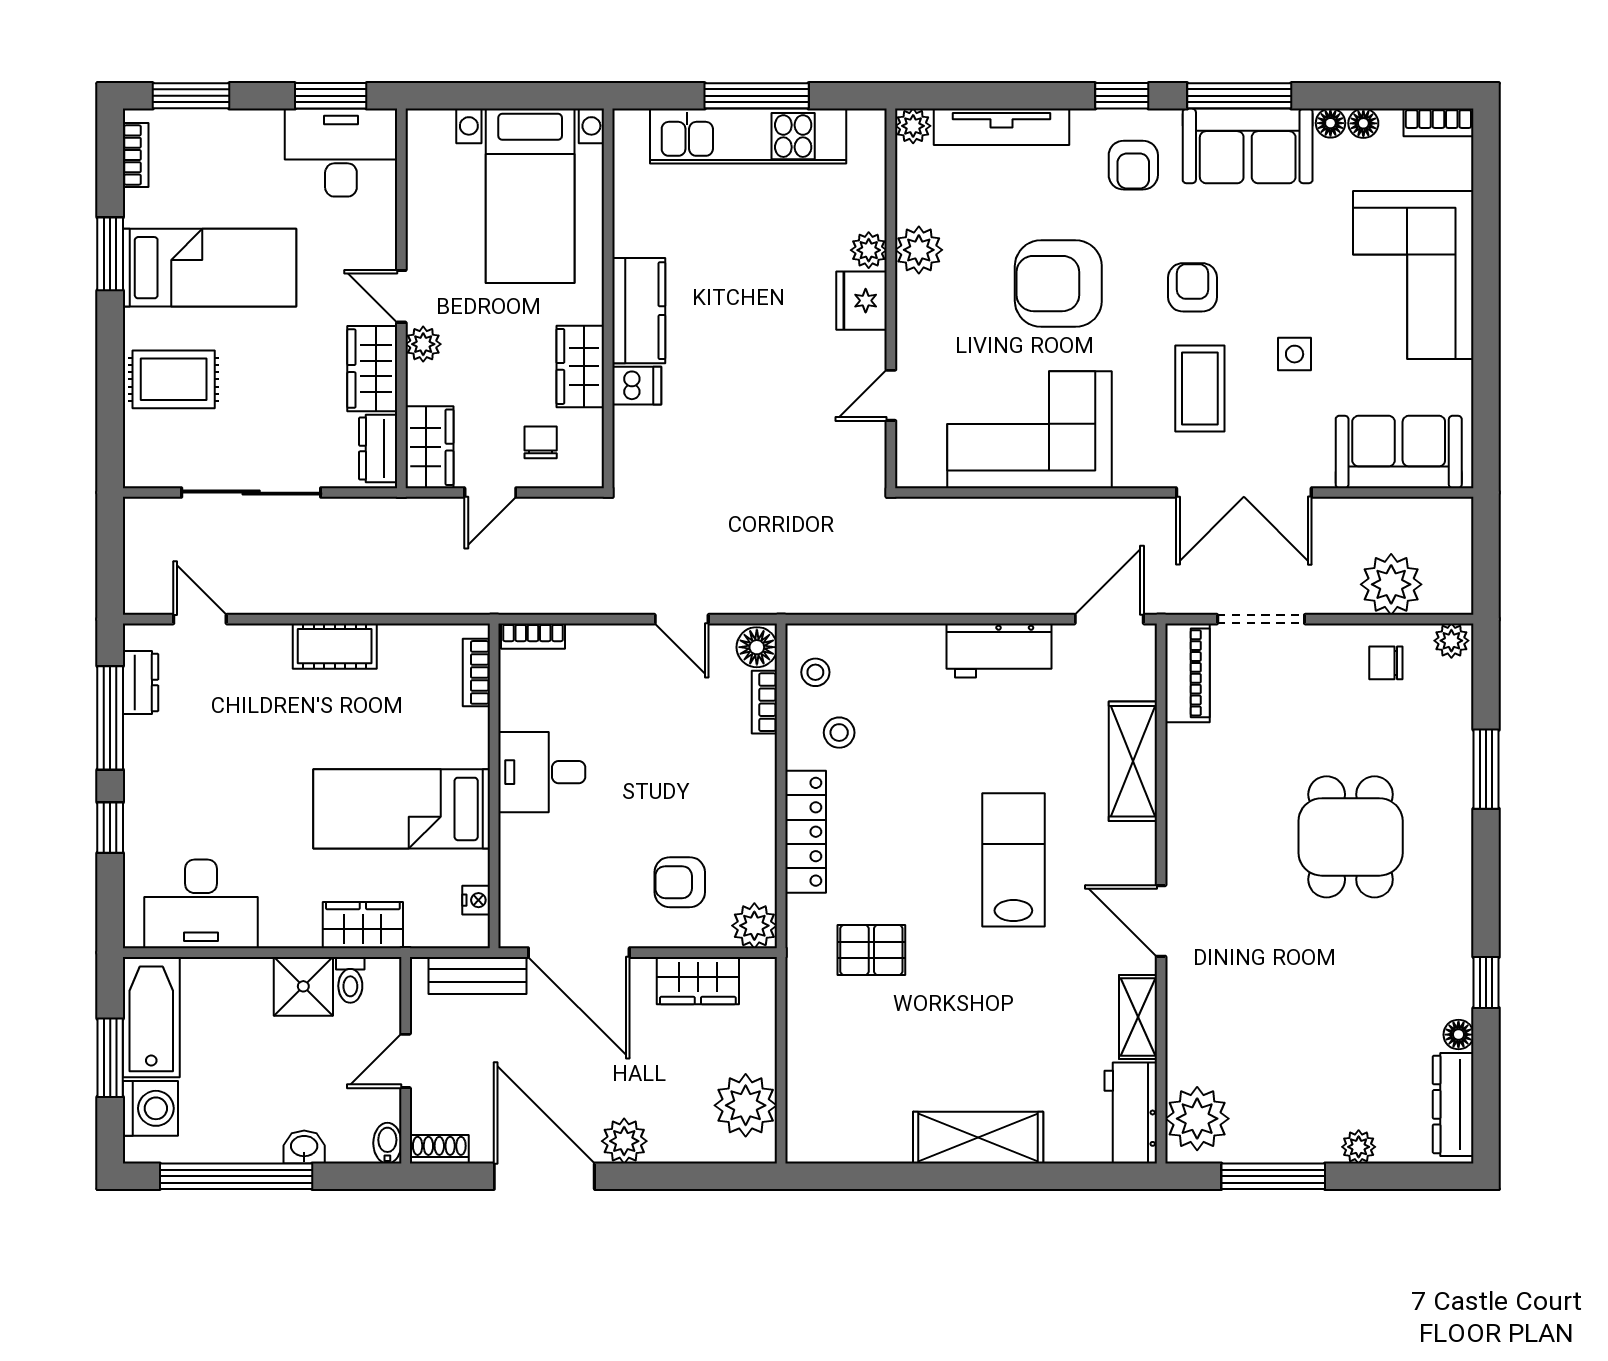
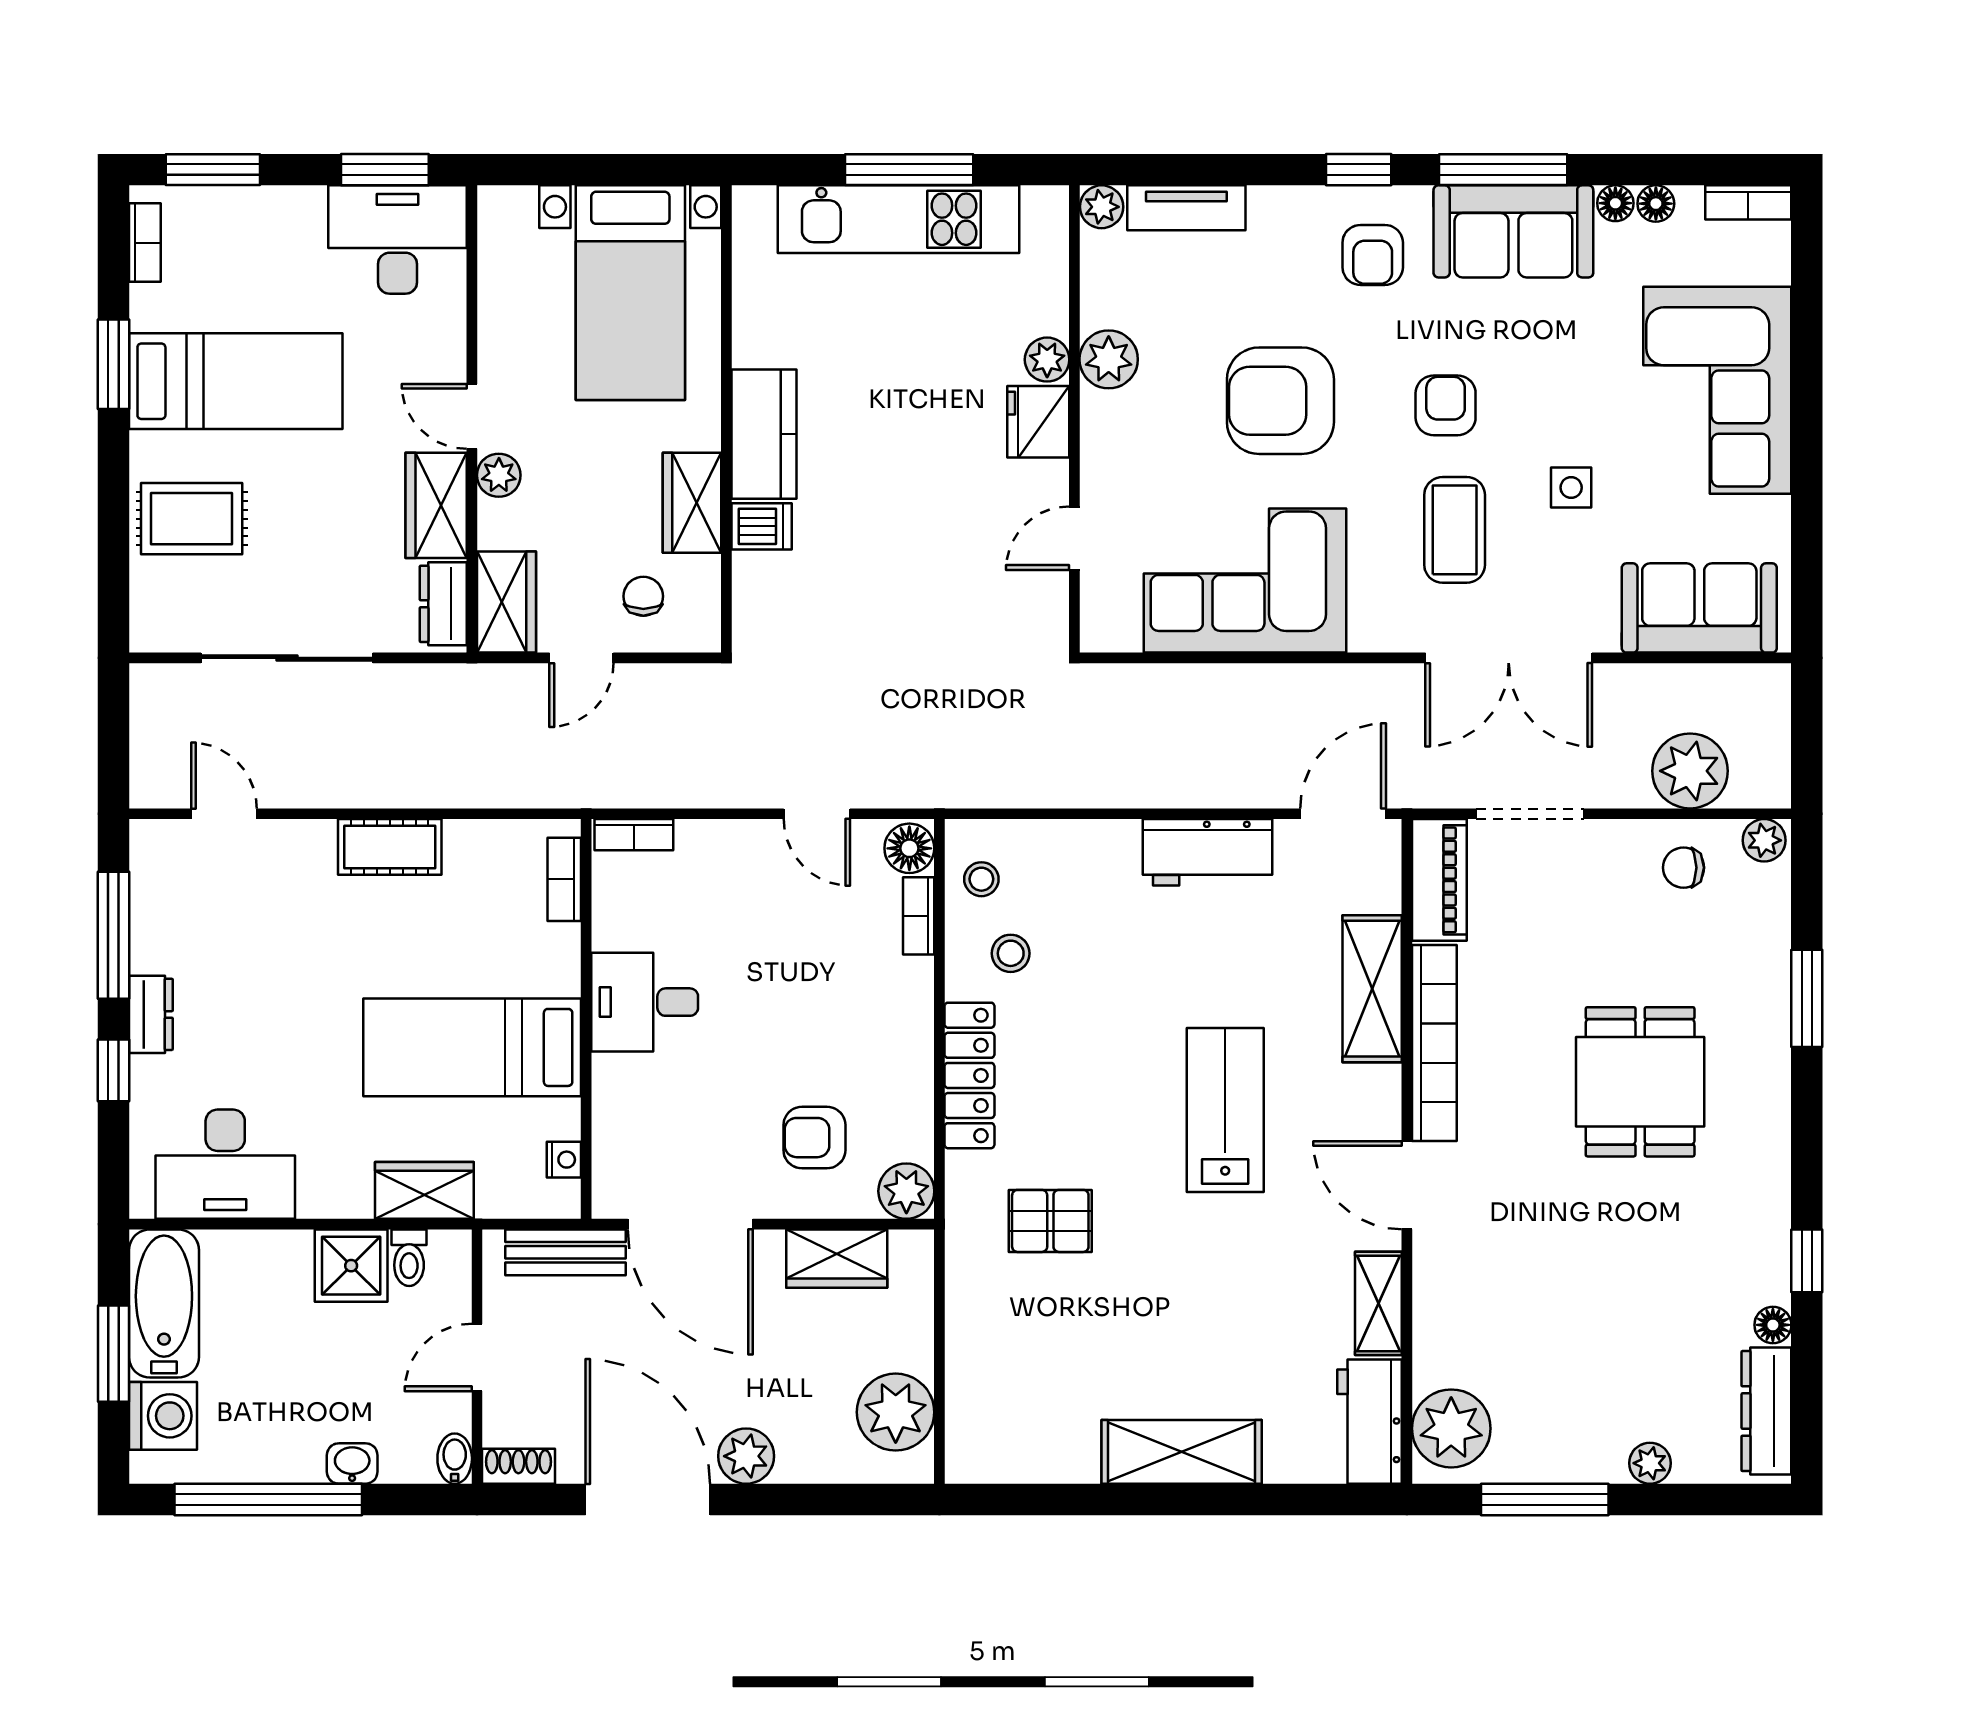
tv unit: (1002, 127) -> (1186, 208), width x0.71
dresser: (141, 682) -> (151, 1014), moved
bookcase: (1183, 805) -> (1434, 1043), added

